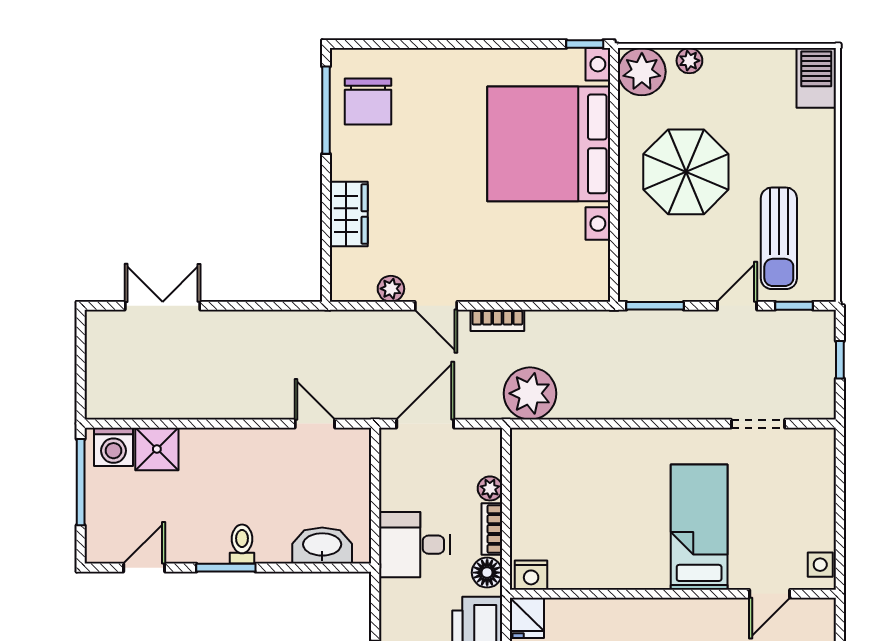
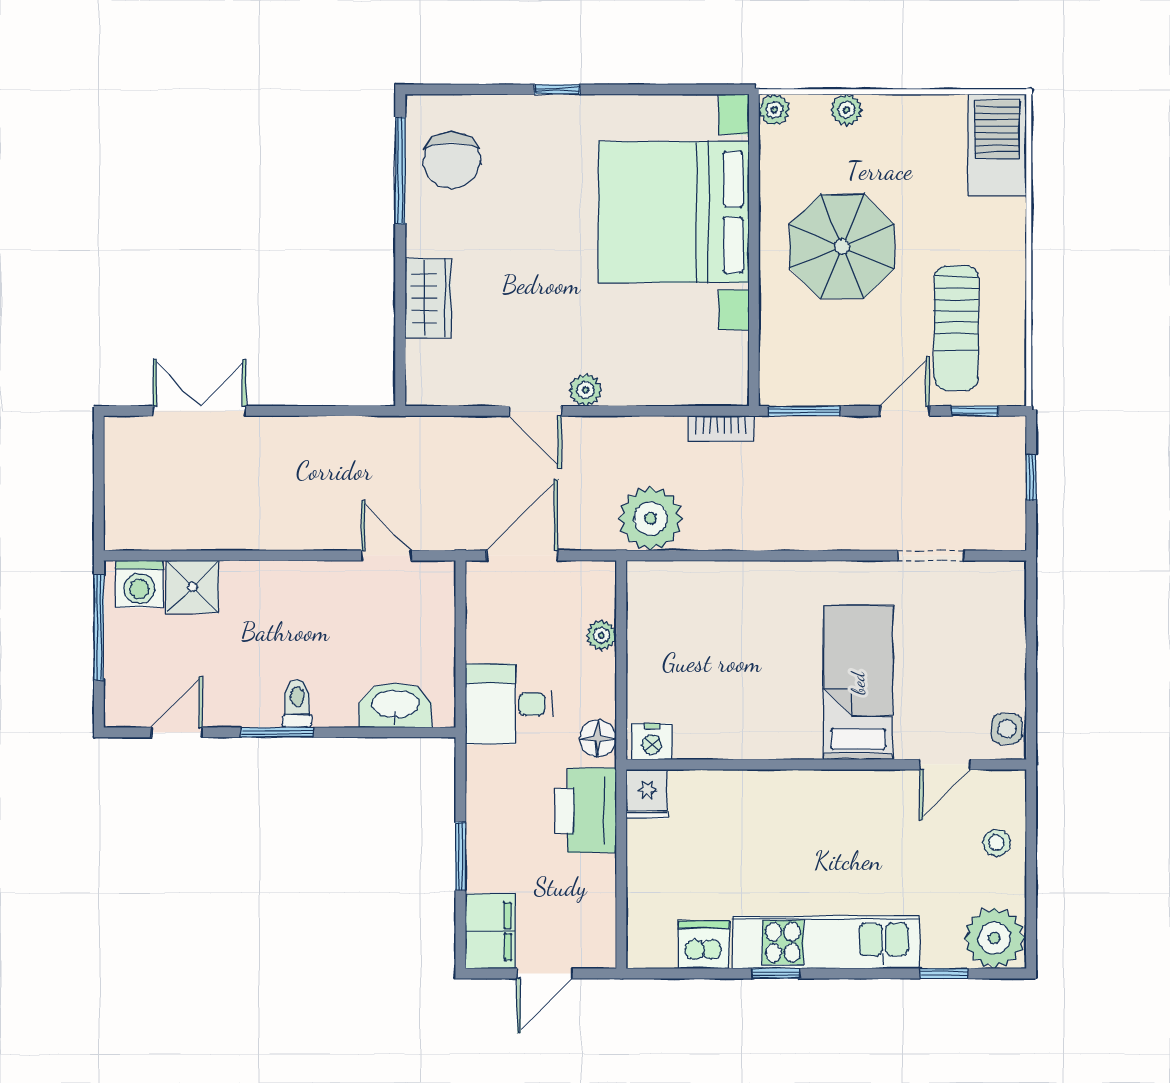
window: (585, 44) -> (557, 89), moved
plant: (642, 72) -> (774, 110), width x0.53, depth x0.53
barbecue: (816, 78) -> (997, 145), width x1.37, depth x1.21
plant: (391, 289) -> (586, 390), moved
bookcase: (497, 320) -> (721, 429), moved
bookcase: (492, 529) -> (604, 685), removed

